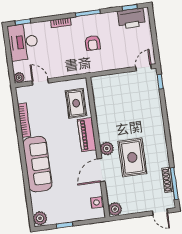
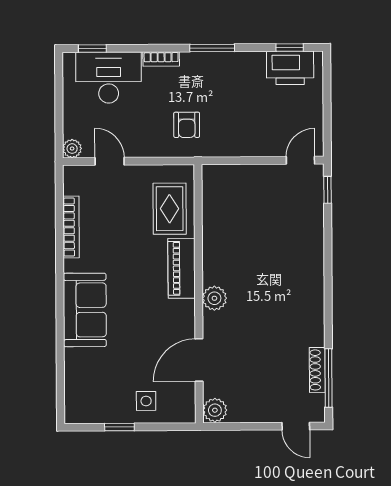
desk: (23, 42) -> (109, 78), moved, turned 90
armchair: (93, 43) -> (187, 125), moved
rug: (132, 157) -> (259, 320), removed
sofa: (37, 164) -> (85, 310), width x0.73
door: (101, 170) -> (199, 360), moved
side table: (96, 202) -> (146, 401), moved
plant: (40, 218) -> (77, 409), removed

